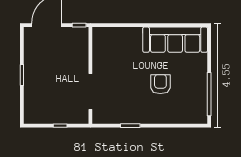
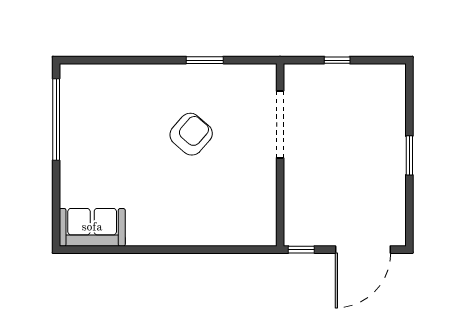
sofa: (175, 40) -> (92, 227), width x0.54, depth x0.79
armchair: (160, 84) -> (191, 134), moved, turned -139

